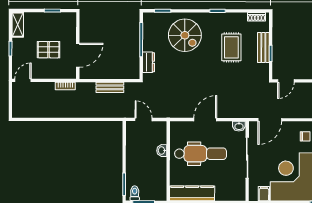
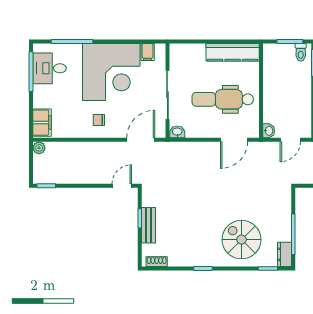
rug: (231, 47) -> (186, 225), removed
dresser: (149, 62) -> (284, 254), moved
door: (144, 119) -> (290, 140), hinge flipped
door: (205, 120) -> (234, 140), moved
washbasin: (162, 151) -> (269, 131), moved

